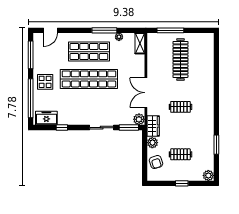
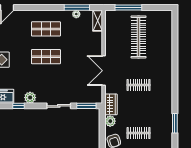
window: (104, 30) -> (77, 7), moved
shop shelf: (89, 52) -> (46, 29), width x0.70, depth x0.74
shop shelf: (89, 79) -> (46, 57), width x0.50, depth x0.74
plant: (139, 119) -> (30, 98), moved

